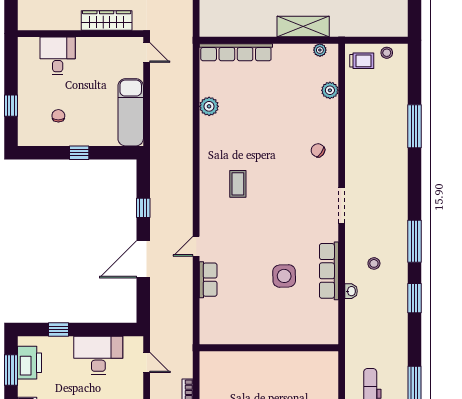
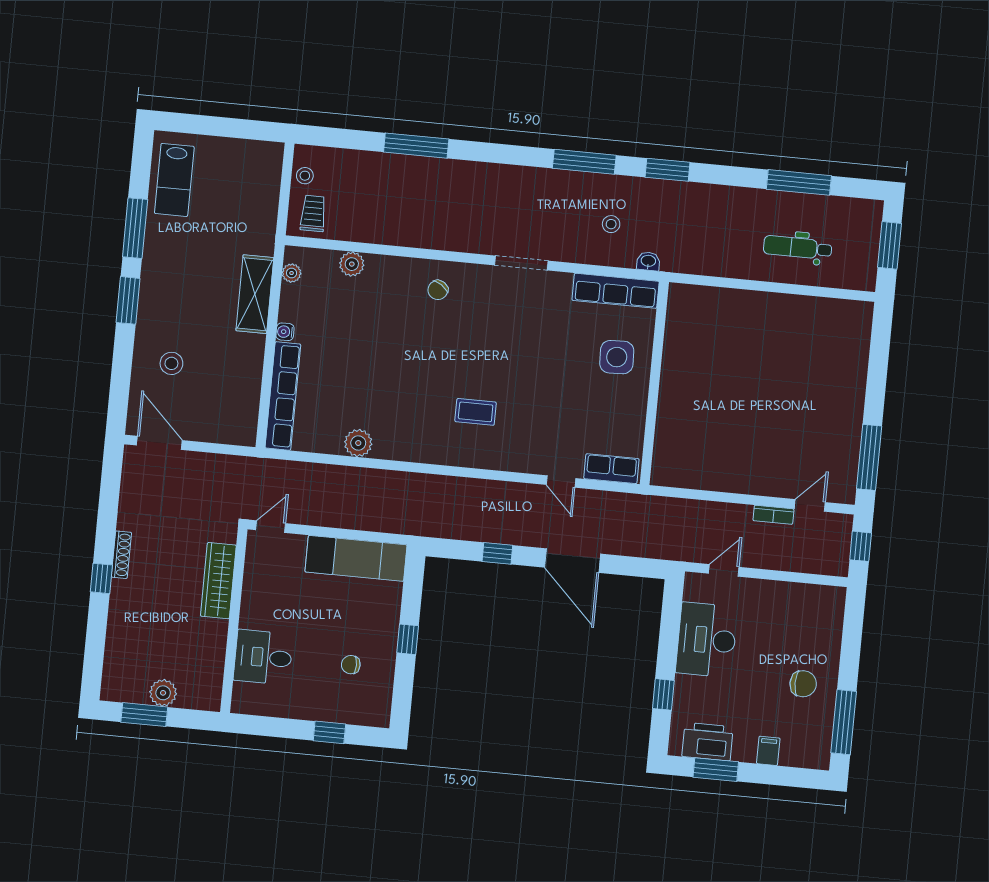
water cooler: (280, 49) -> (285, 332), added
wall: (269, 348) -> (654, 383), moved

